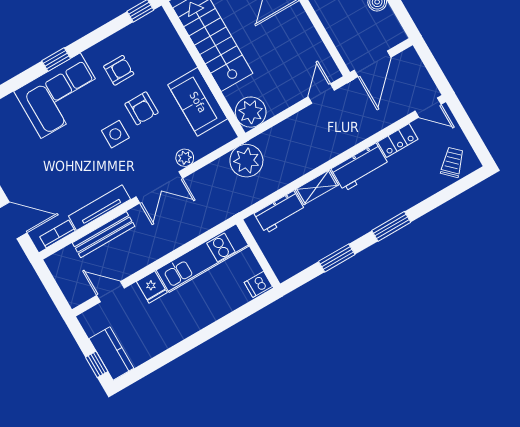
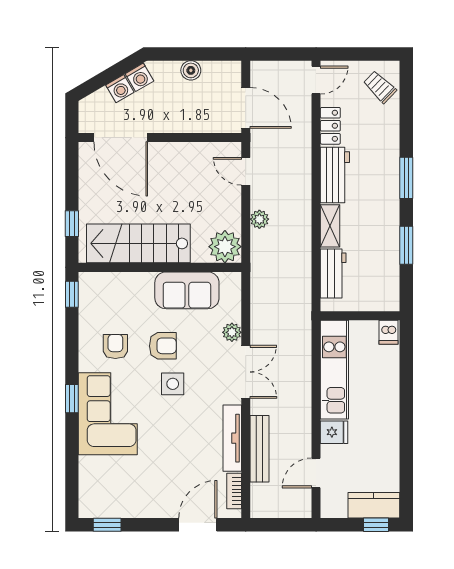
plant: (246, 161) -> (259, 219), moved, width x0.53, depth x0.53

